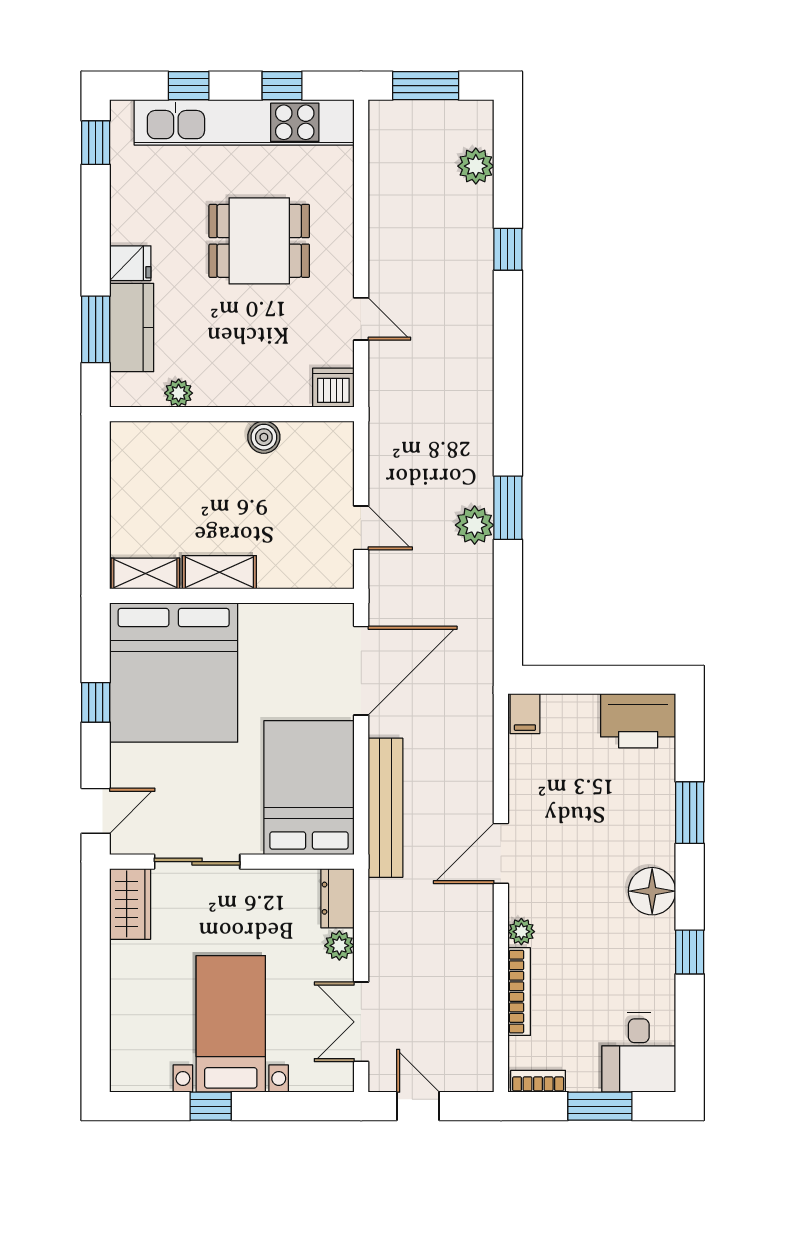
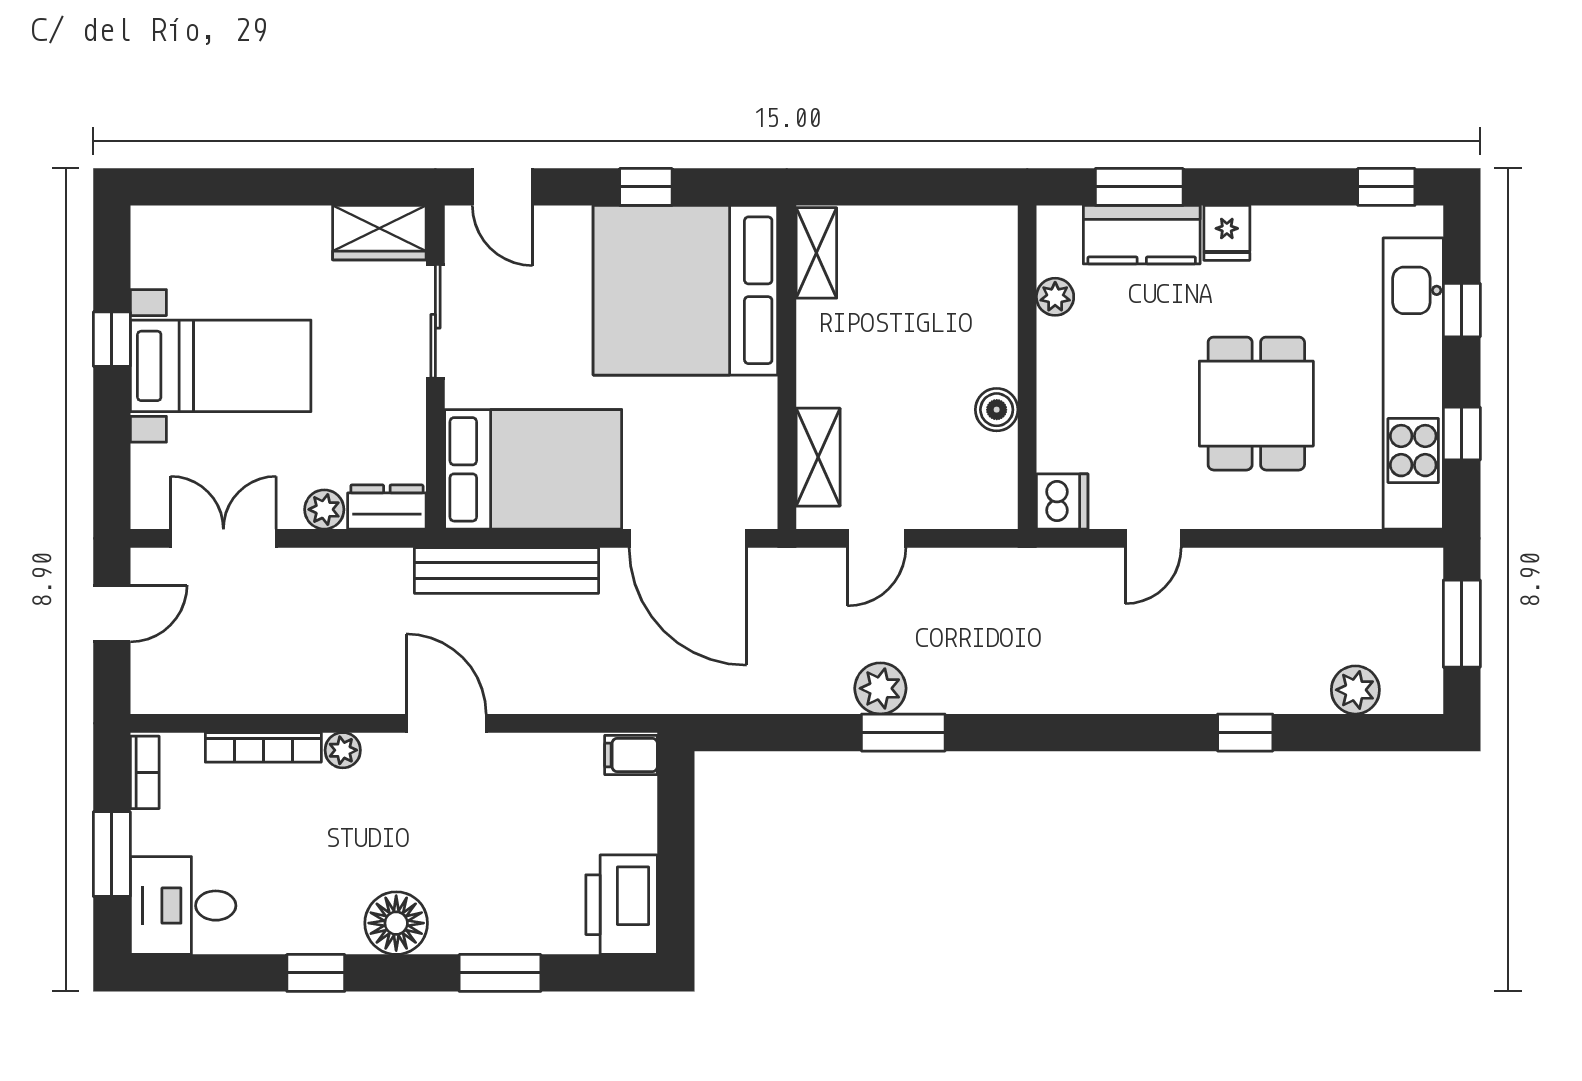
shelving: (219, 572) -> (818, 457), moved

